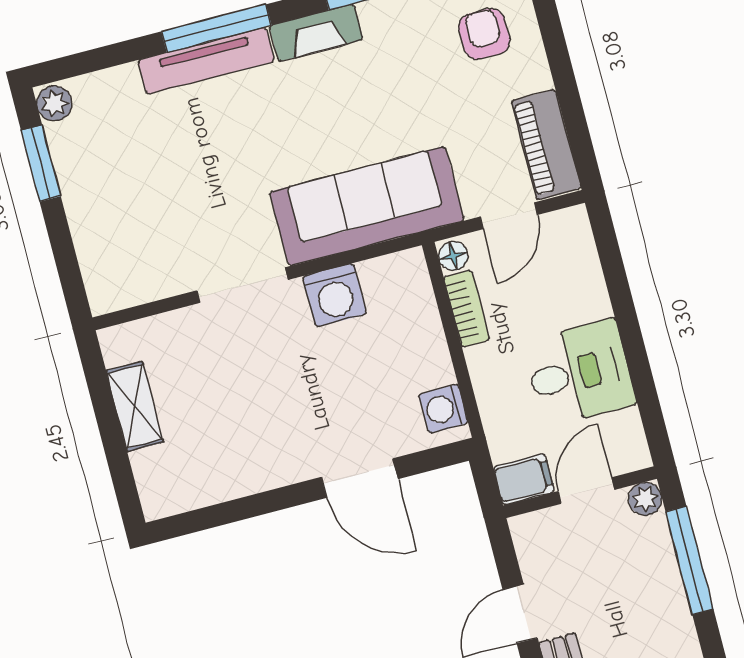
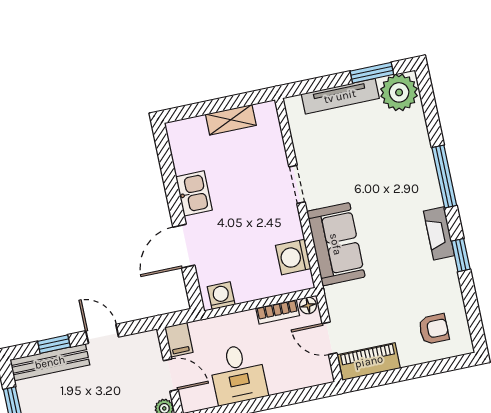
tv unit: (206, 61) -> (340, 96), moved, turned -90
plant: (54, 103) -> (399, 92), width x1.88, depth x1.88
sofa: (367, 206) -> (336, 244), width x0.73
doorway: (242, 285) -> (297, 184), width x0.73
washing machine: (335, 295) -> (293, 257), moved
kitchen sink: (267, 465) -> (194, 193), added

